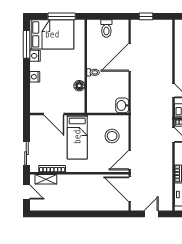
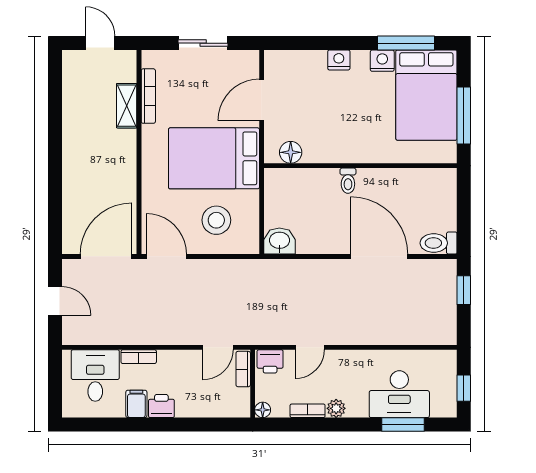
toilet: (106, 29) -> (439, 243), moved
floor lamp: (79, 86) -> (291, 152), moved
bed: (77, 137) -> (214, 158), width x1.50
sliding door: (26, 153) -> (203, 43), moved
shelving: (46, 179) -> (127, 106), moved
door: (26, 192) -> (100, 43), swing flipped

